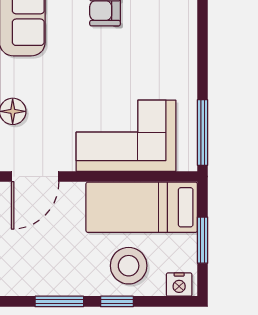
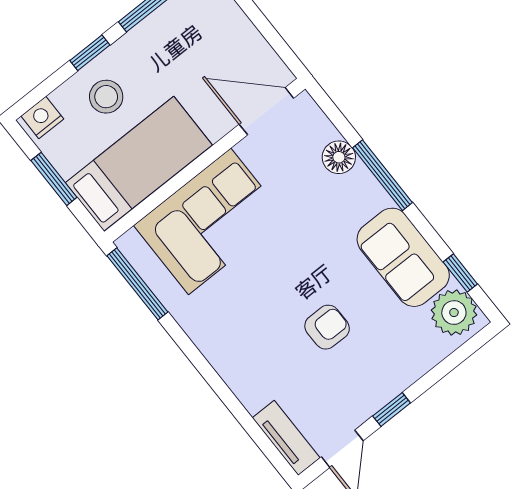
door: (35, 177) -> (266, 111), hinge flipped
stool: (129, 266) -> (106, 97), width x0.73, depth x0.73

